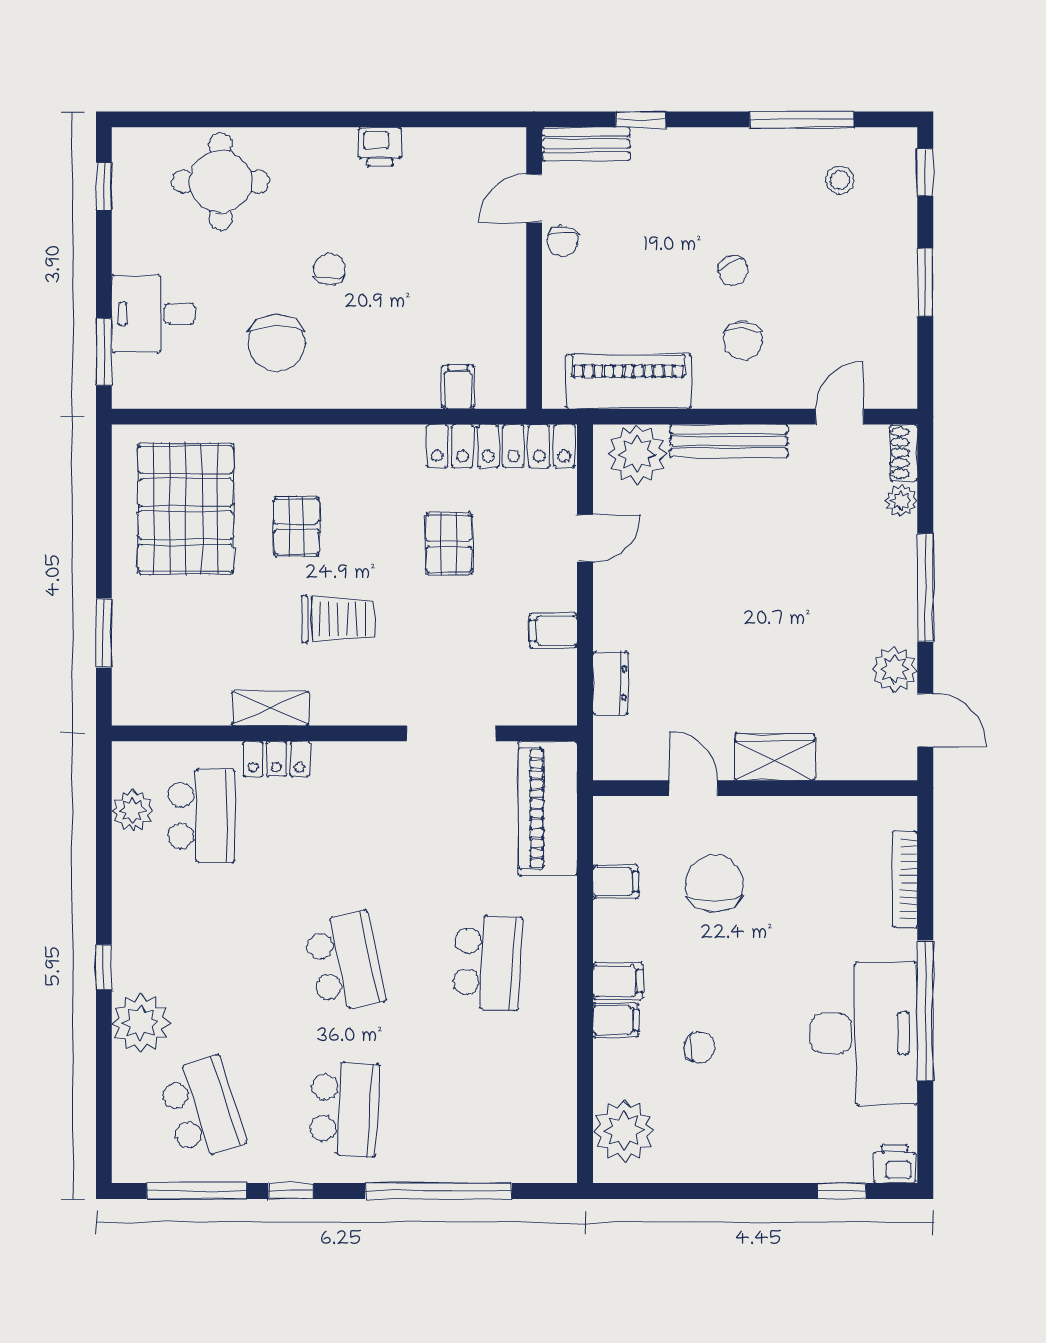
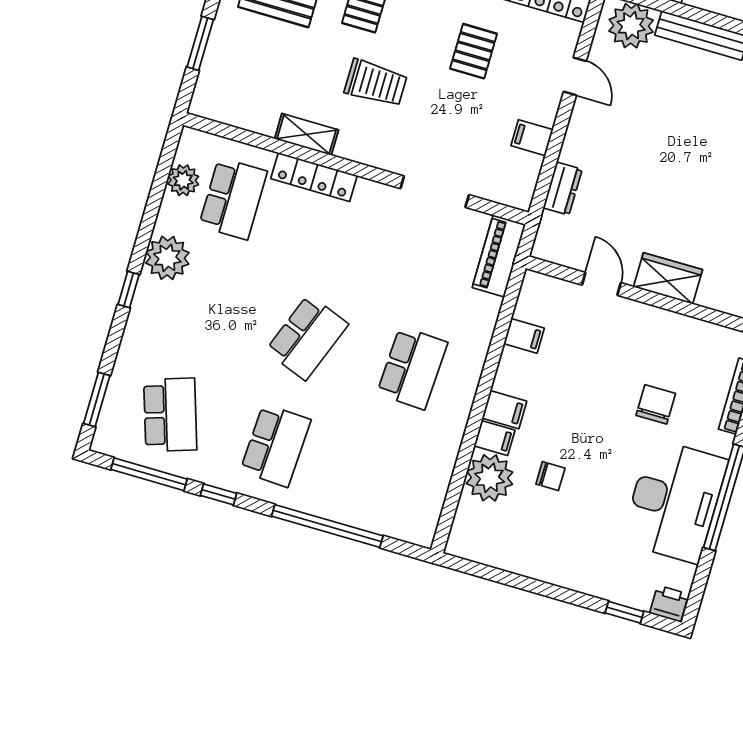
door: (585, 538) -> (575, 76), hinge flipped
locker: (276, 759) -> (314, 177), width x1.53
piano: (548, 809) -> (499, 256), width x0.73, depth x0.75
chair: (715, 883) -> (656, 404), moved, width x0.73, depth x0.73
school desk: (344, 962) -> (307, 337), turned 33
plant: (141, 1023) -> (167, 258), moved
window: (104, 1116) -> (97, 399), added
plant: (624, 1131) -> (490, 478), moved

